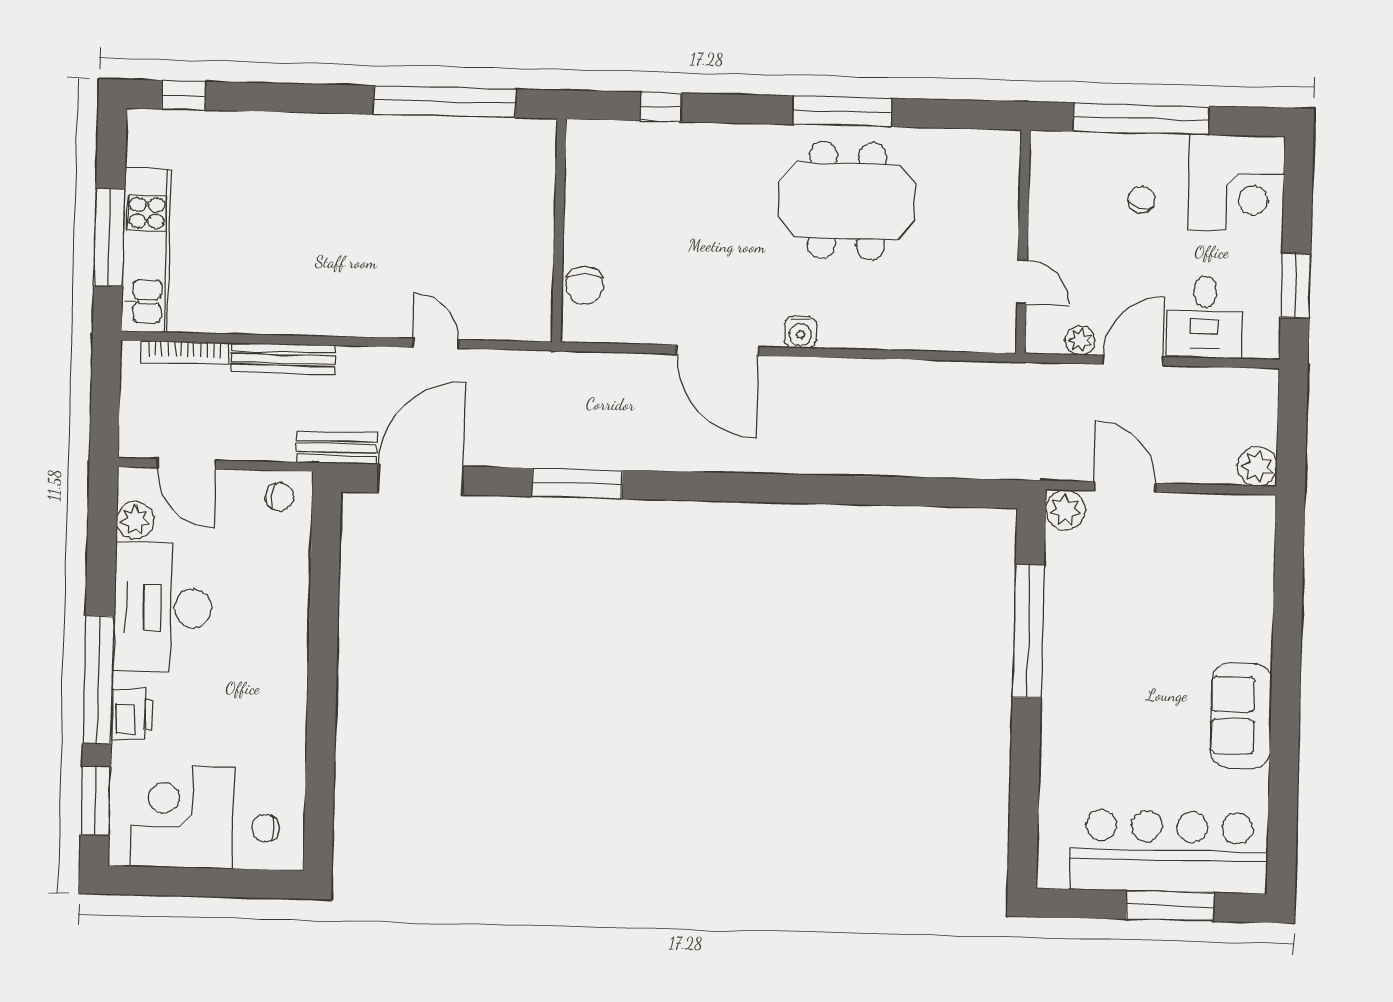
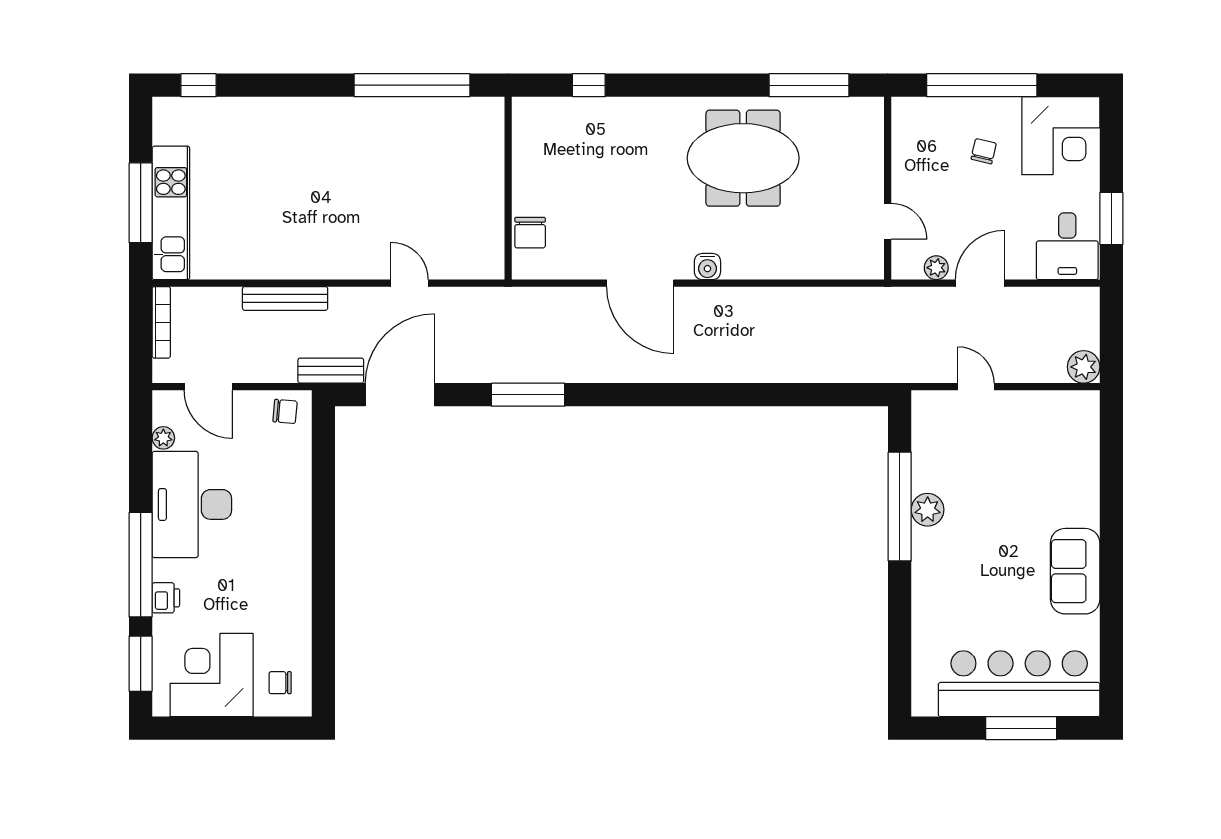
window: (842, 111) -> (809, 85), moved
desk: (1205, 317) -> (1067, 246), moved
bookcase: (184, 353) -> (161, 322), moved, turned -90
door: (1125, 487) -> (976, 387), width x0.73
plant: (1065, 510) -> (928, 510), moved
plant: (135, 520) -> (163, 438), width x0.73, depth x0.73
printer: (132, 714) -> (166, 598), width x0.73, depth x0.81

